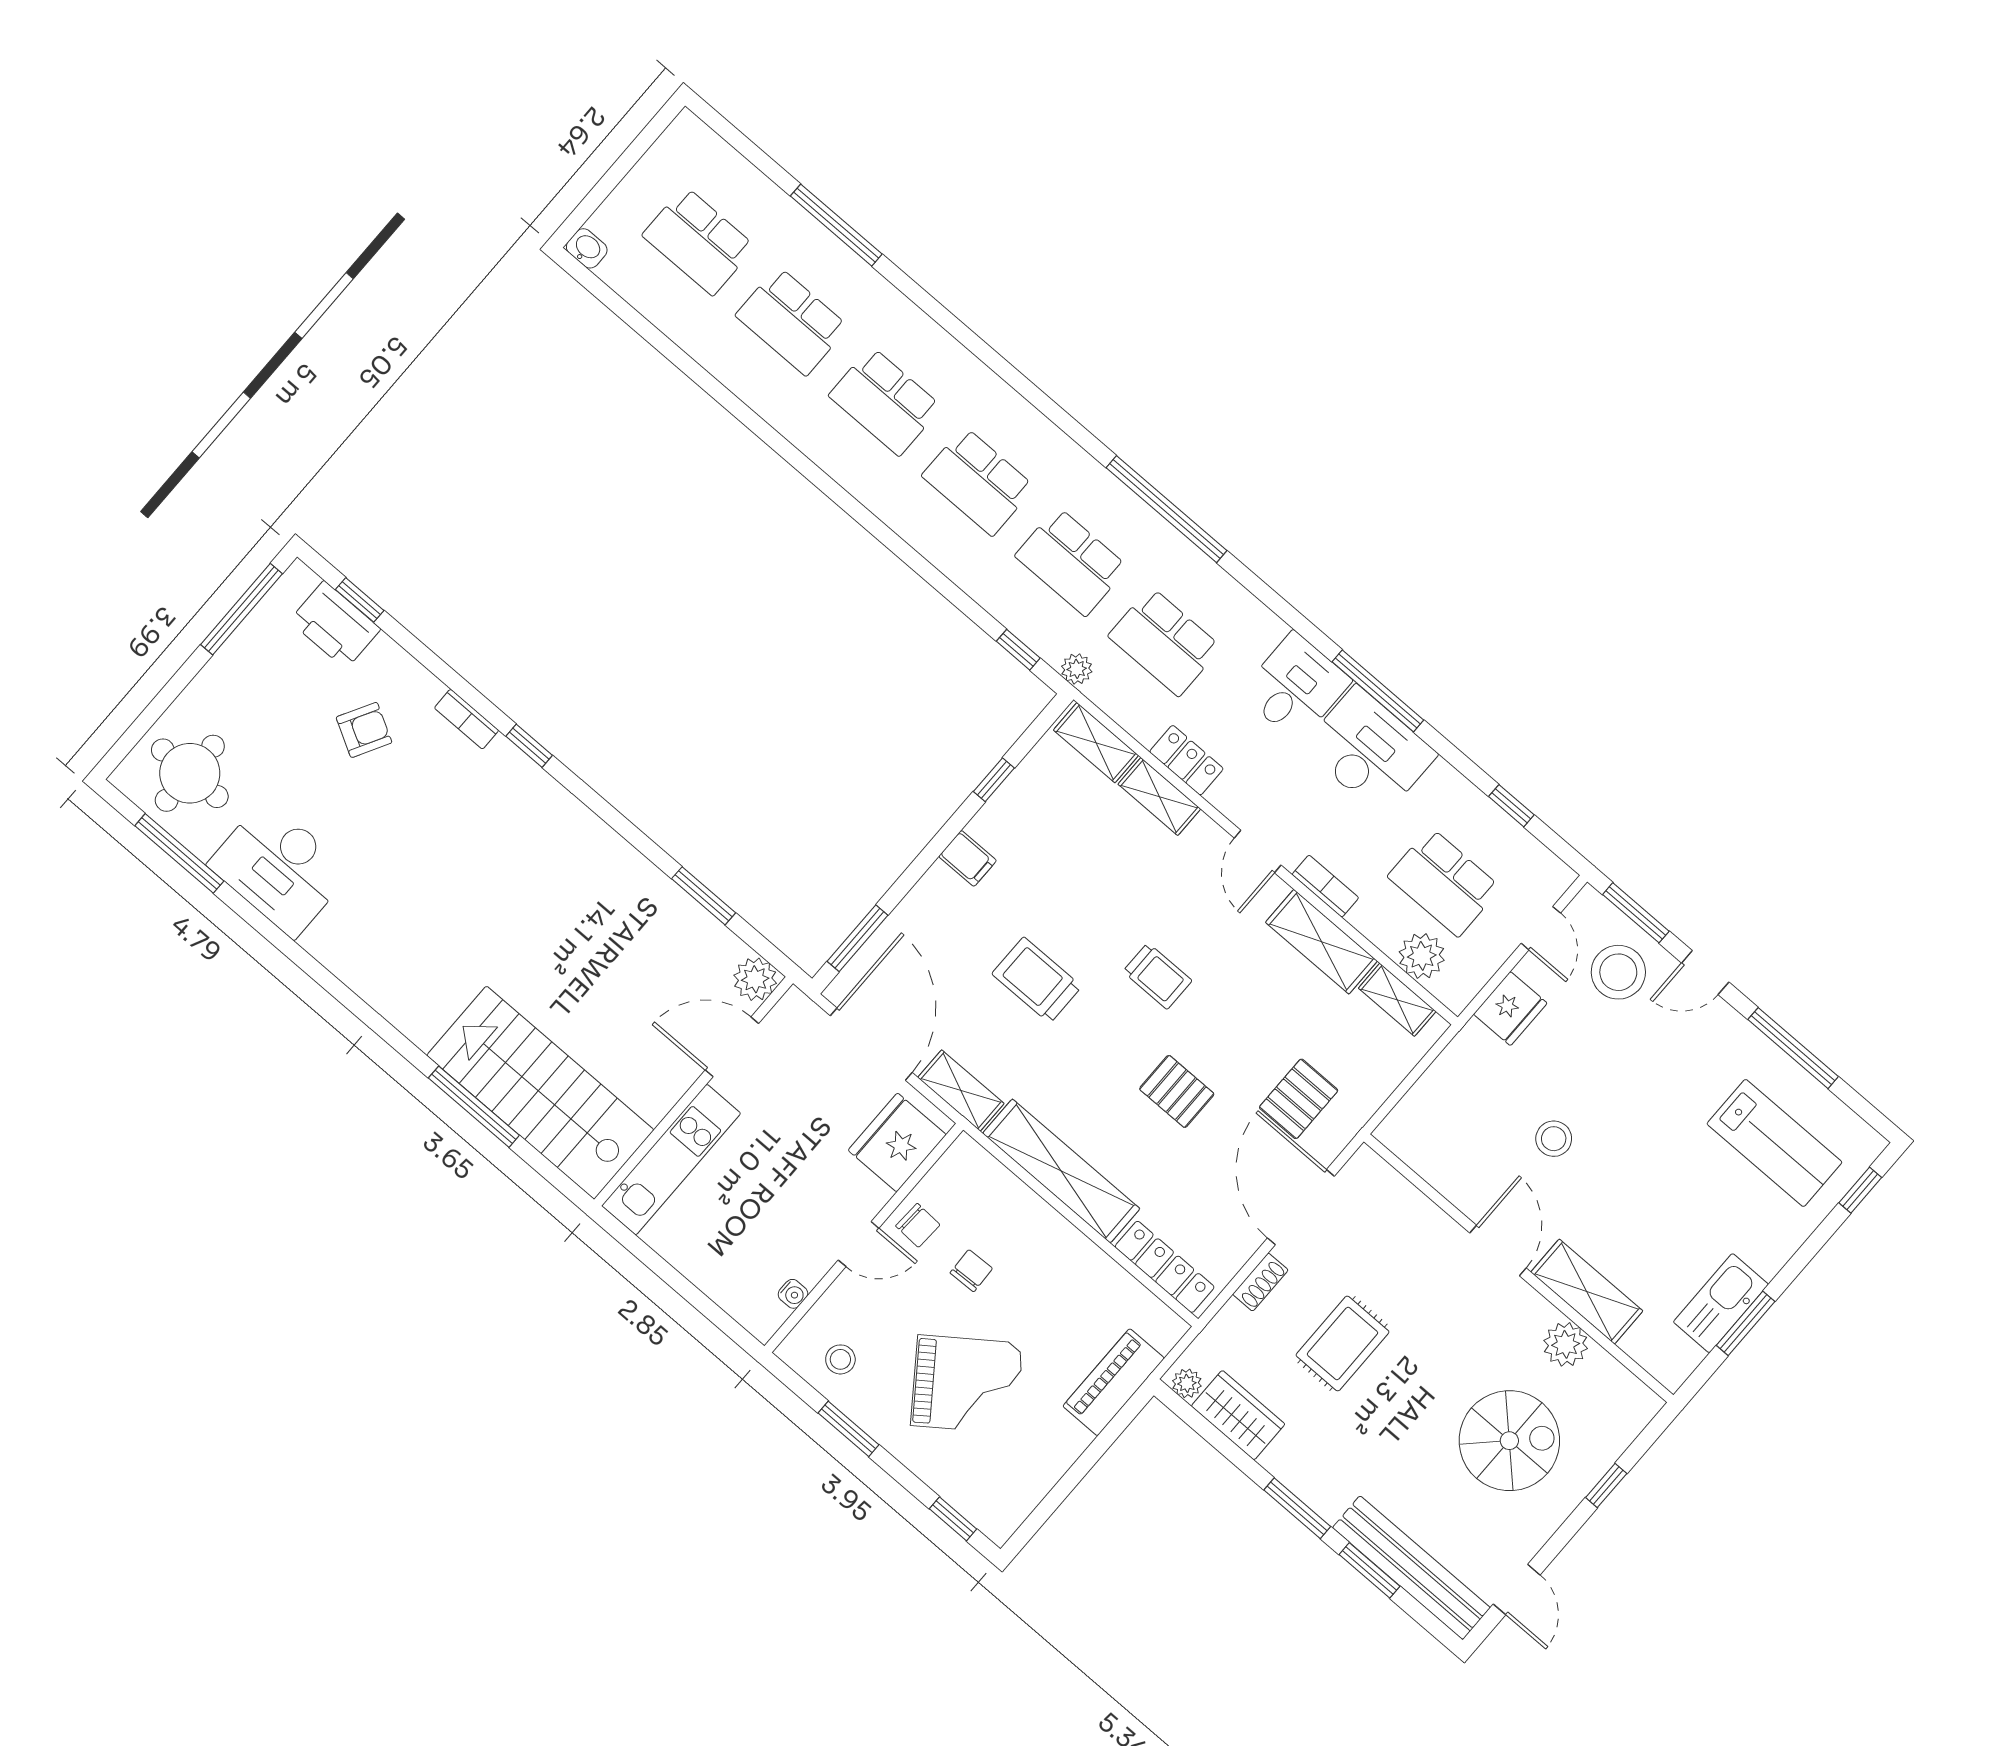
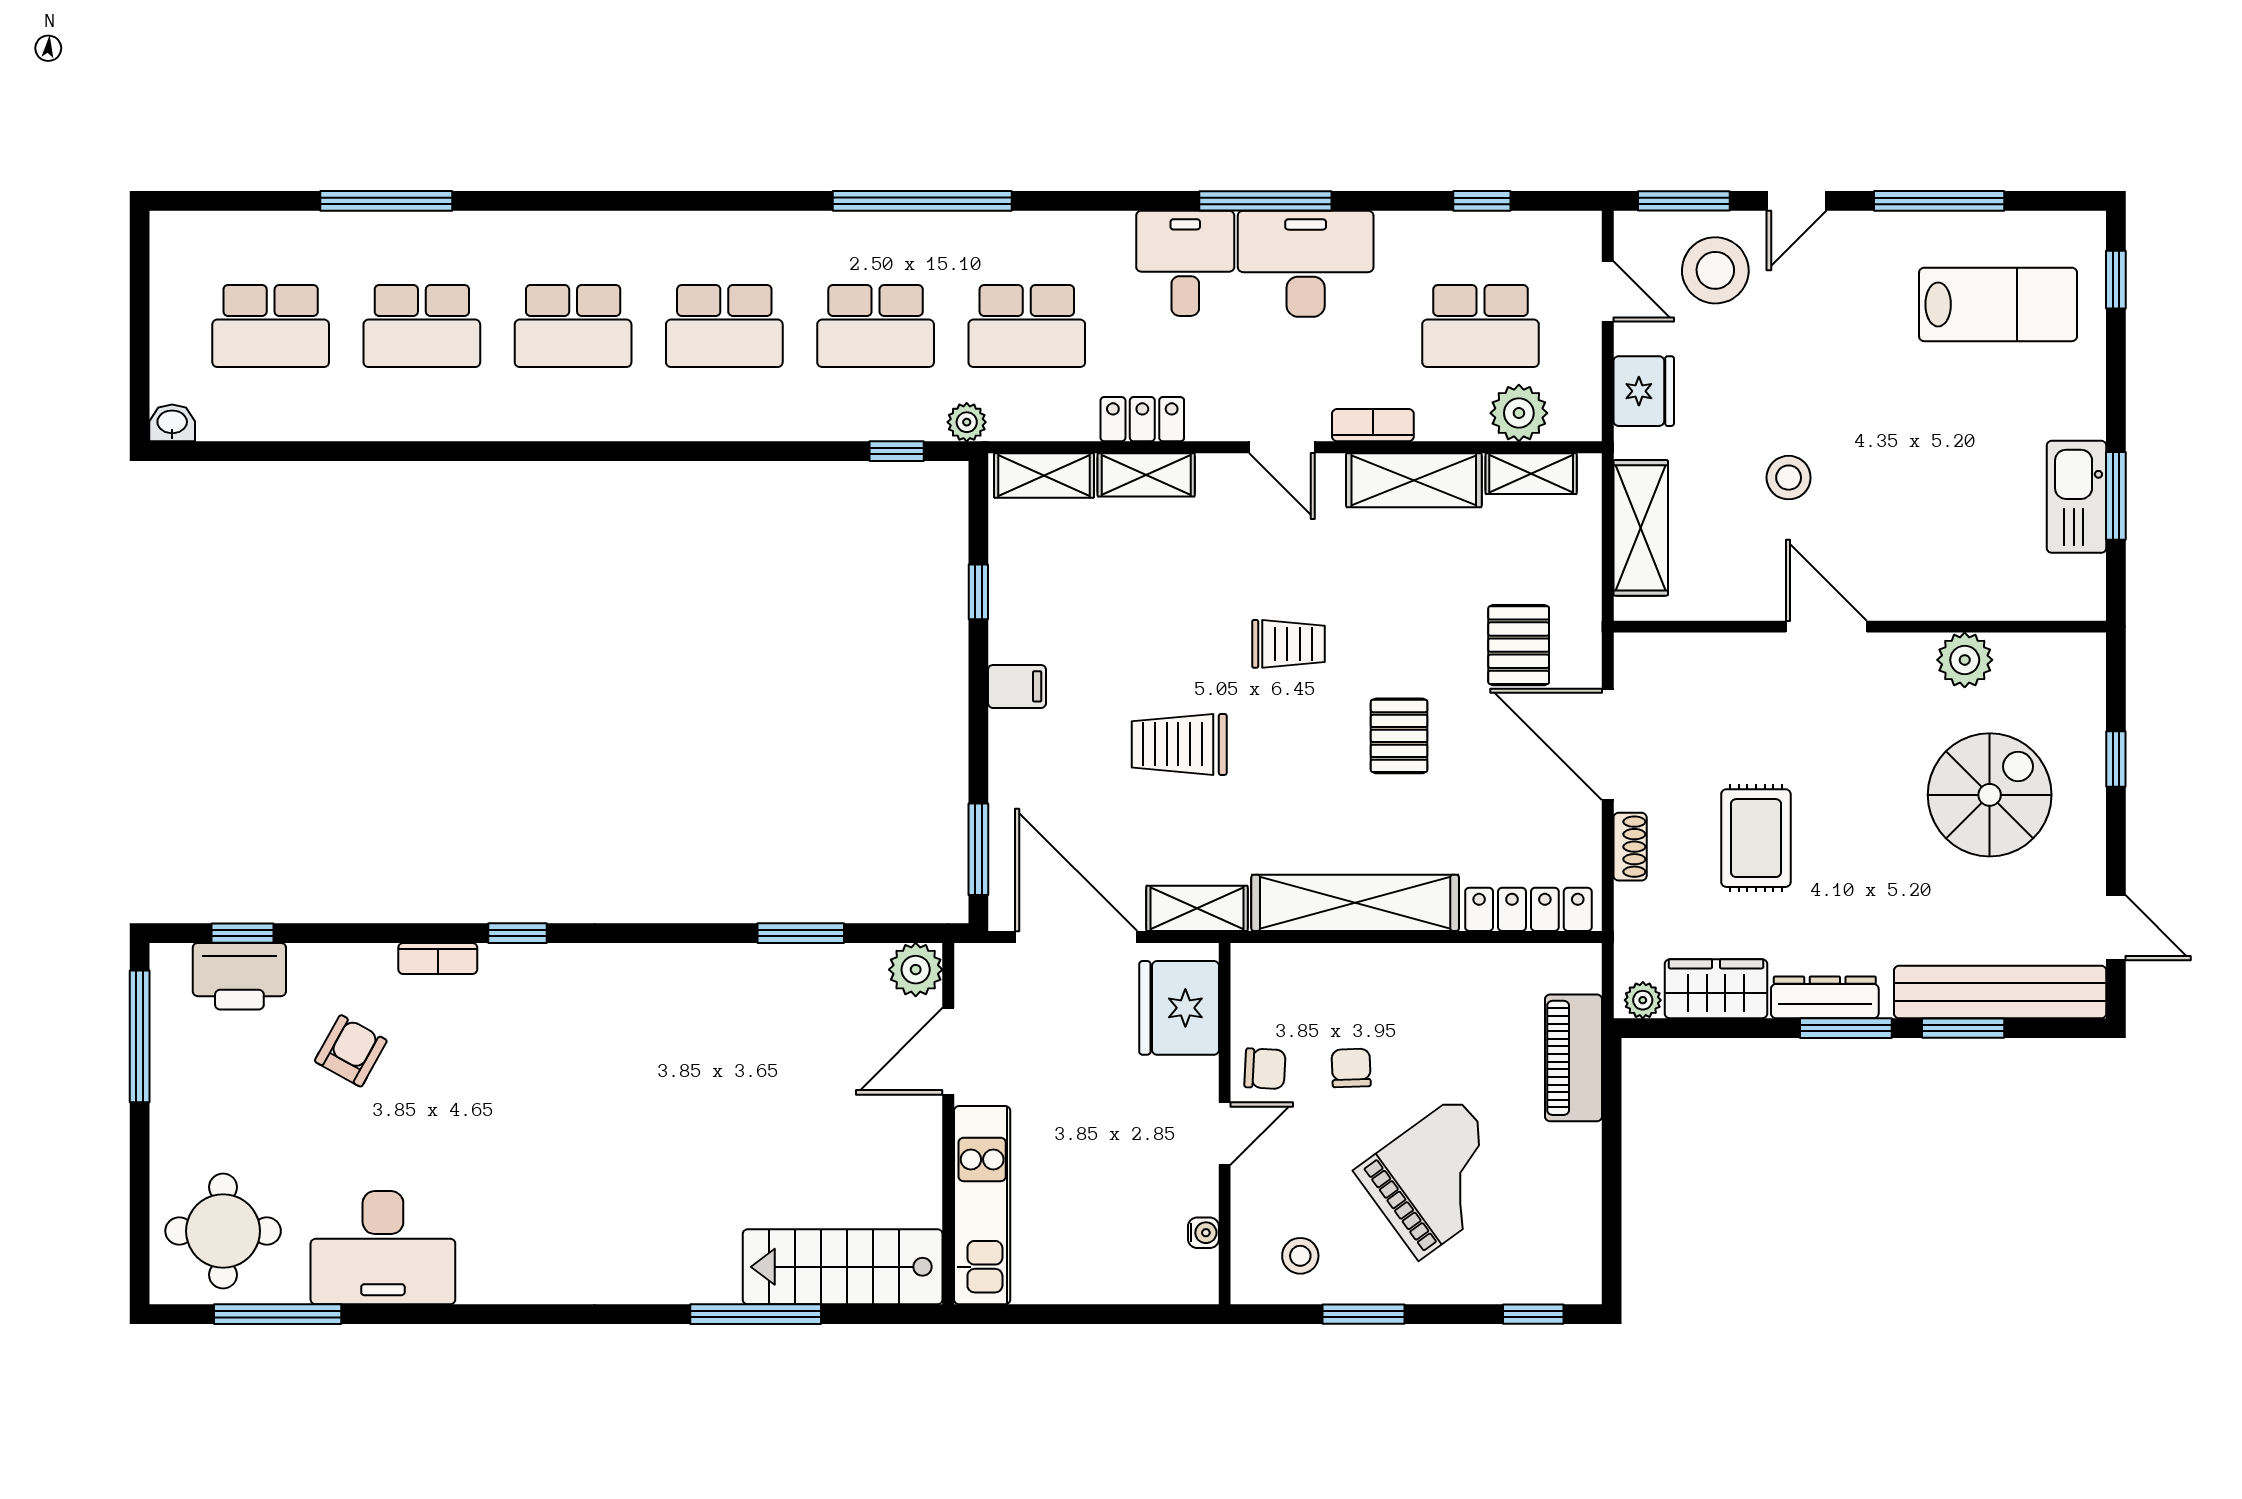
pallet: (1177, 1091) -> (1399, 736), turned 90
stairs: (540, 1093) -> (843, 1267), width x0.73, depth x0.66
shelving: (1587, 1292) -> (1641, 528), moved, turned 90
dresser: (1301, 1478) -> (1825, 997), added

